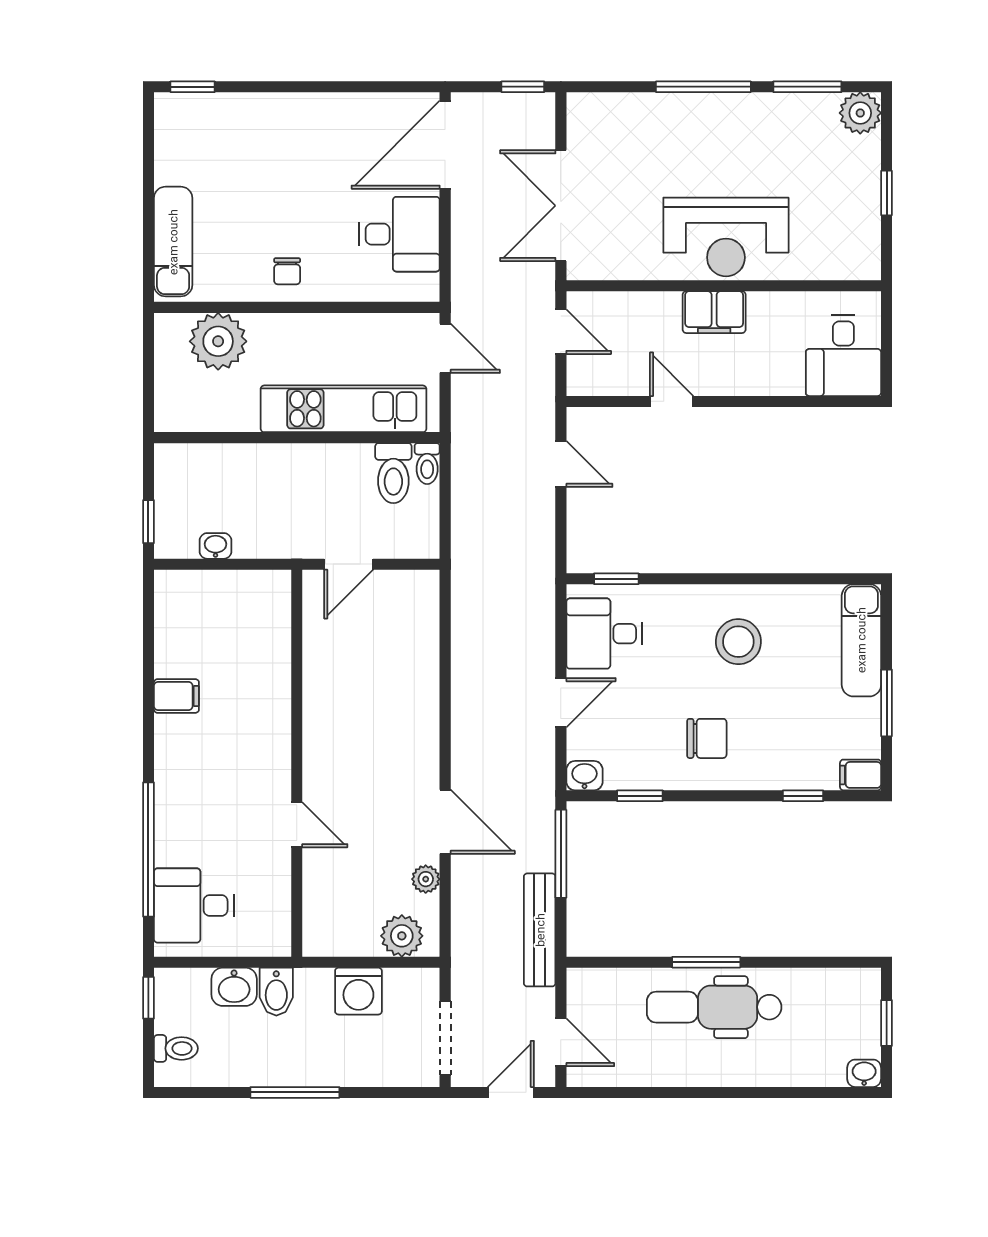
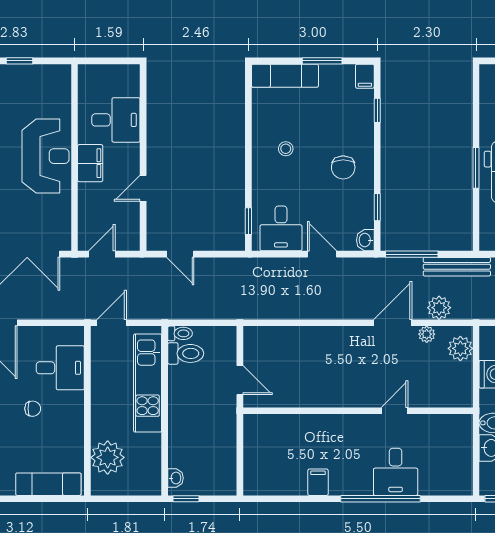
desk: (399, 234) -> (60, 368), moved, turned 90
chair: (287, 271) -> (33, 409), moved
desk: (843, 355) -> (116, 120), moved
door: (561, 464) -> (180, 254), swing flipped
window: (148, 522) -> (186, 499), moved
washbasin: (216, 546) -> (176, 478), moved, turned 180
stool: (738, 642) -> (286, 149), width x0.53, depth x0.53
chair: (707, 738) -> (343, 167), turned 180
window: (148, 849) -> (381, 499), moved
plant: (470, 900) -> (439, 308), added
desk: (194, 905) -> (396, 472), moved

